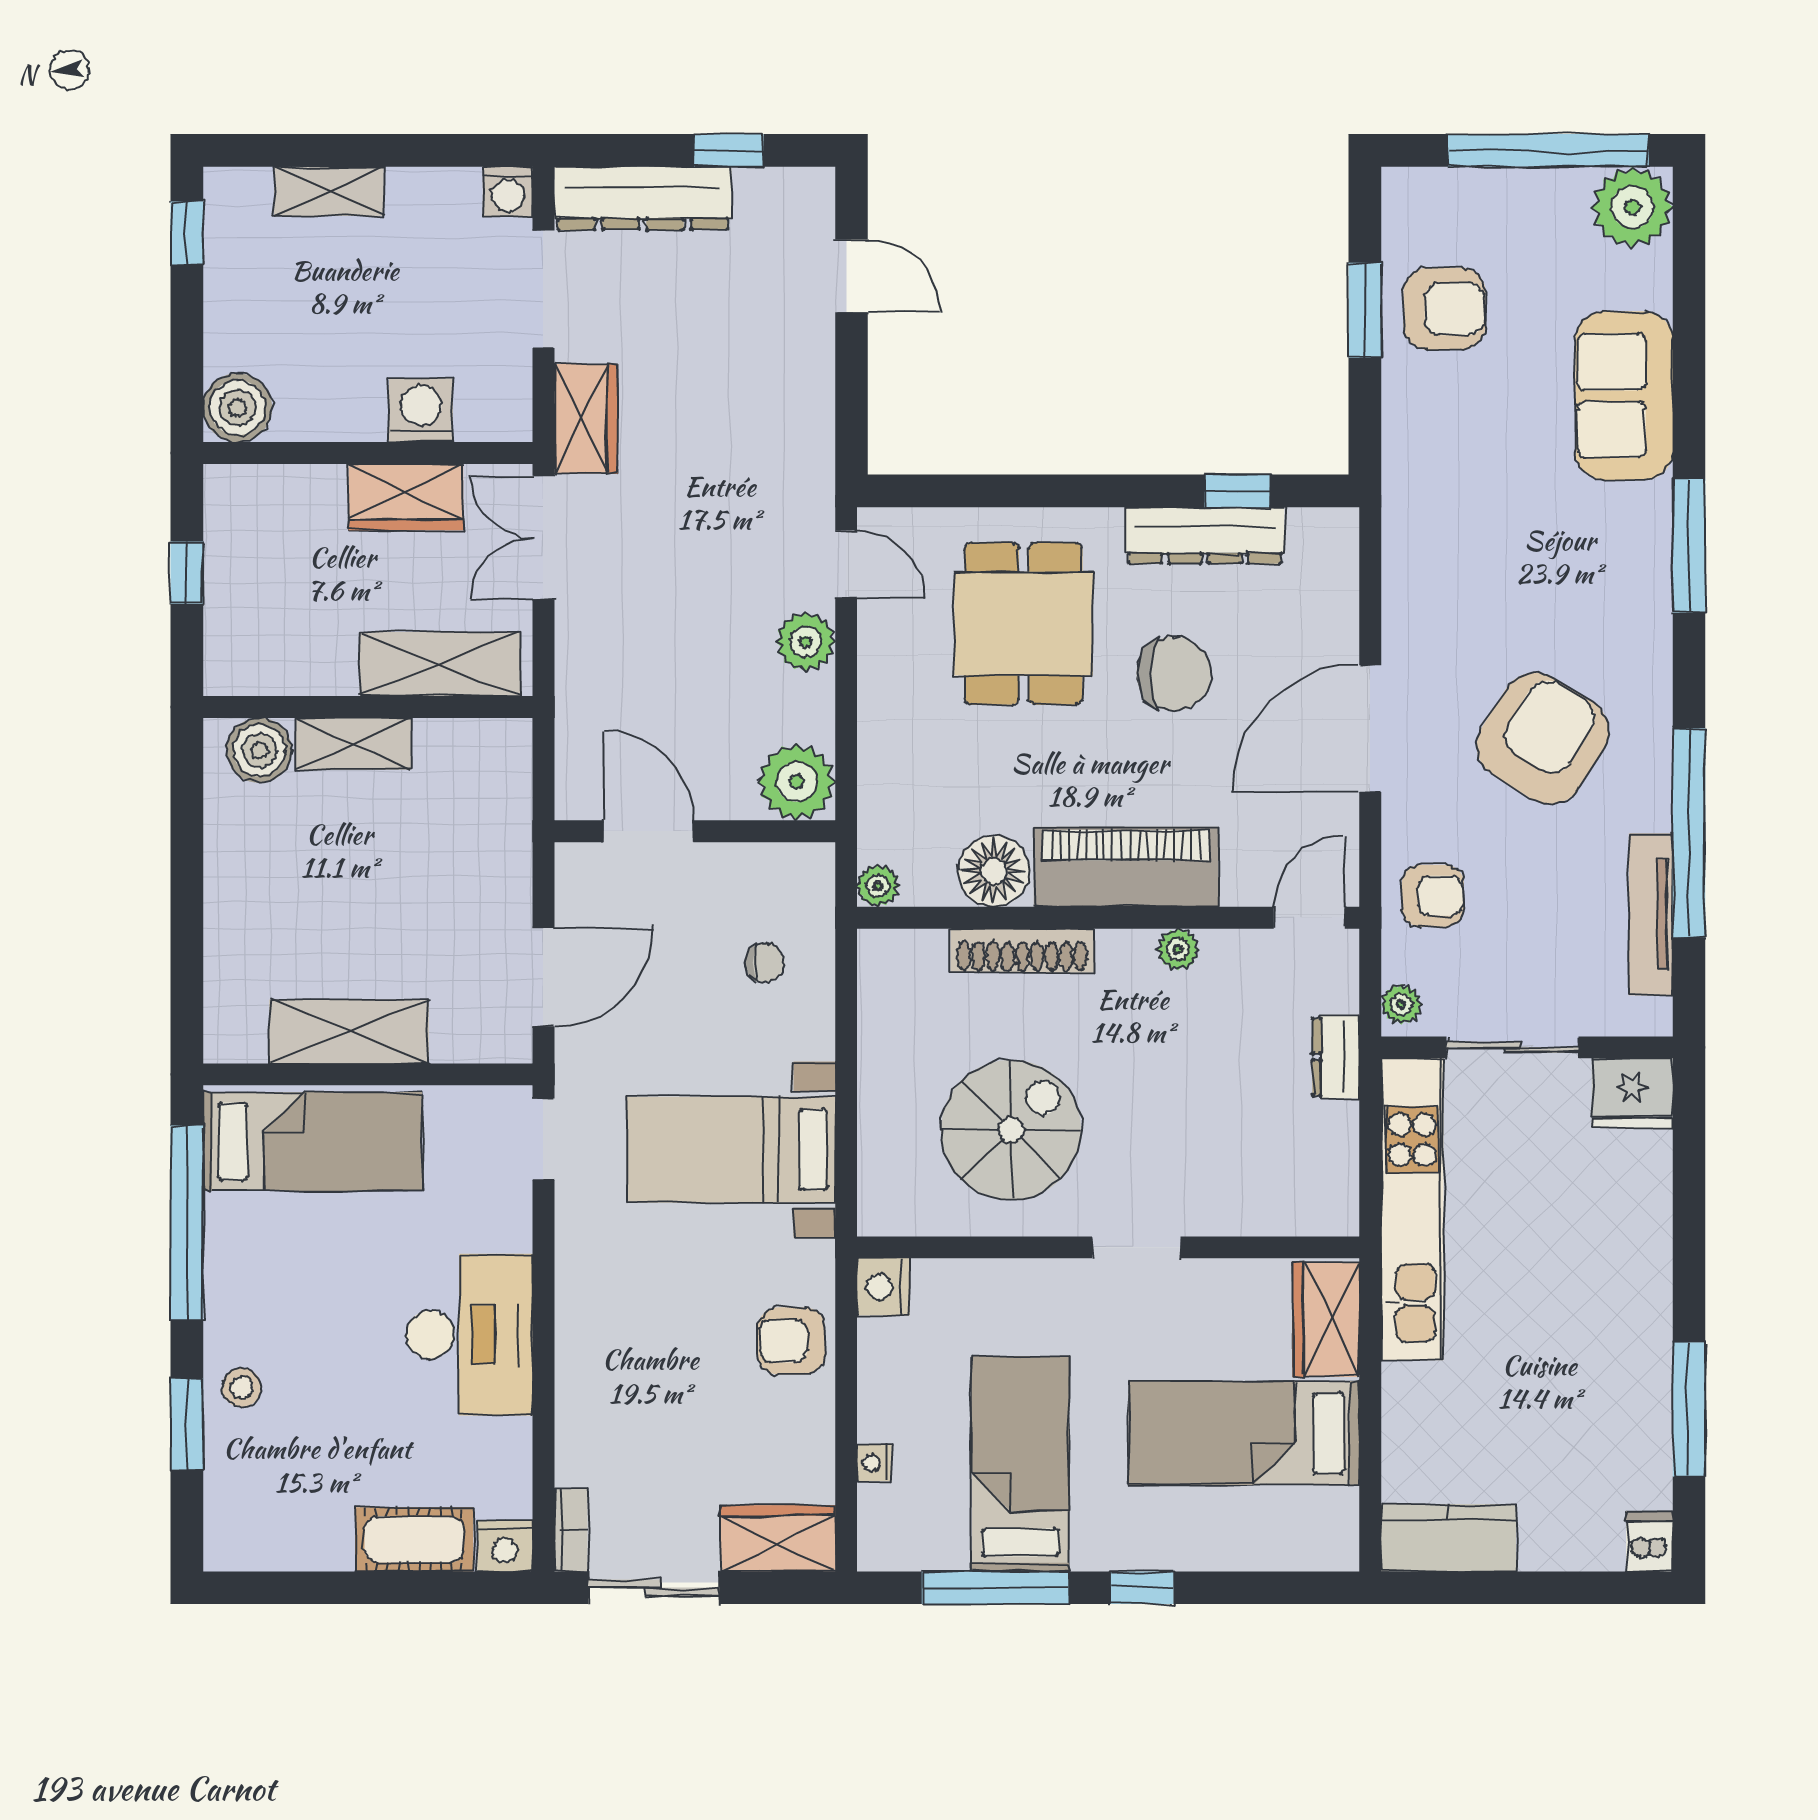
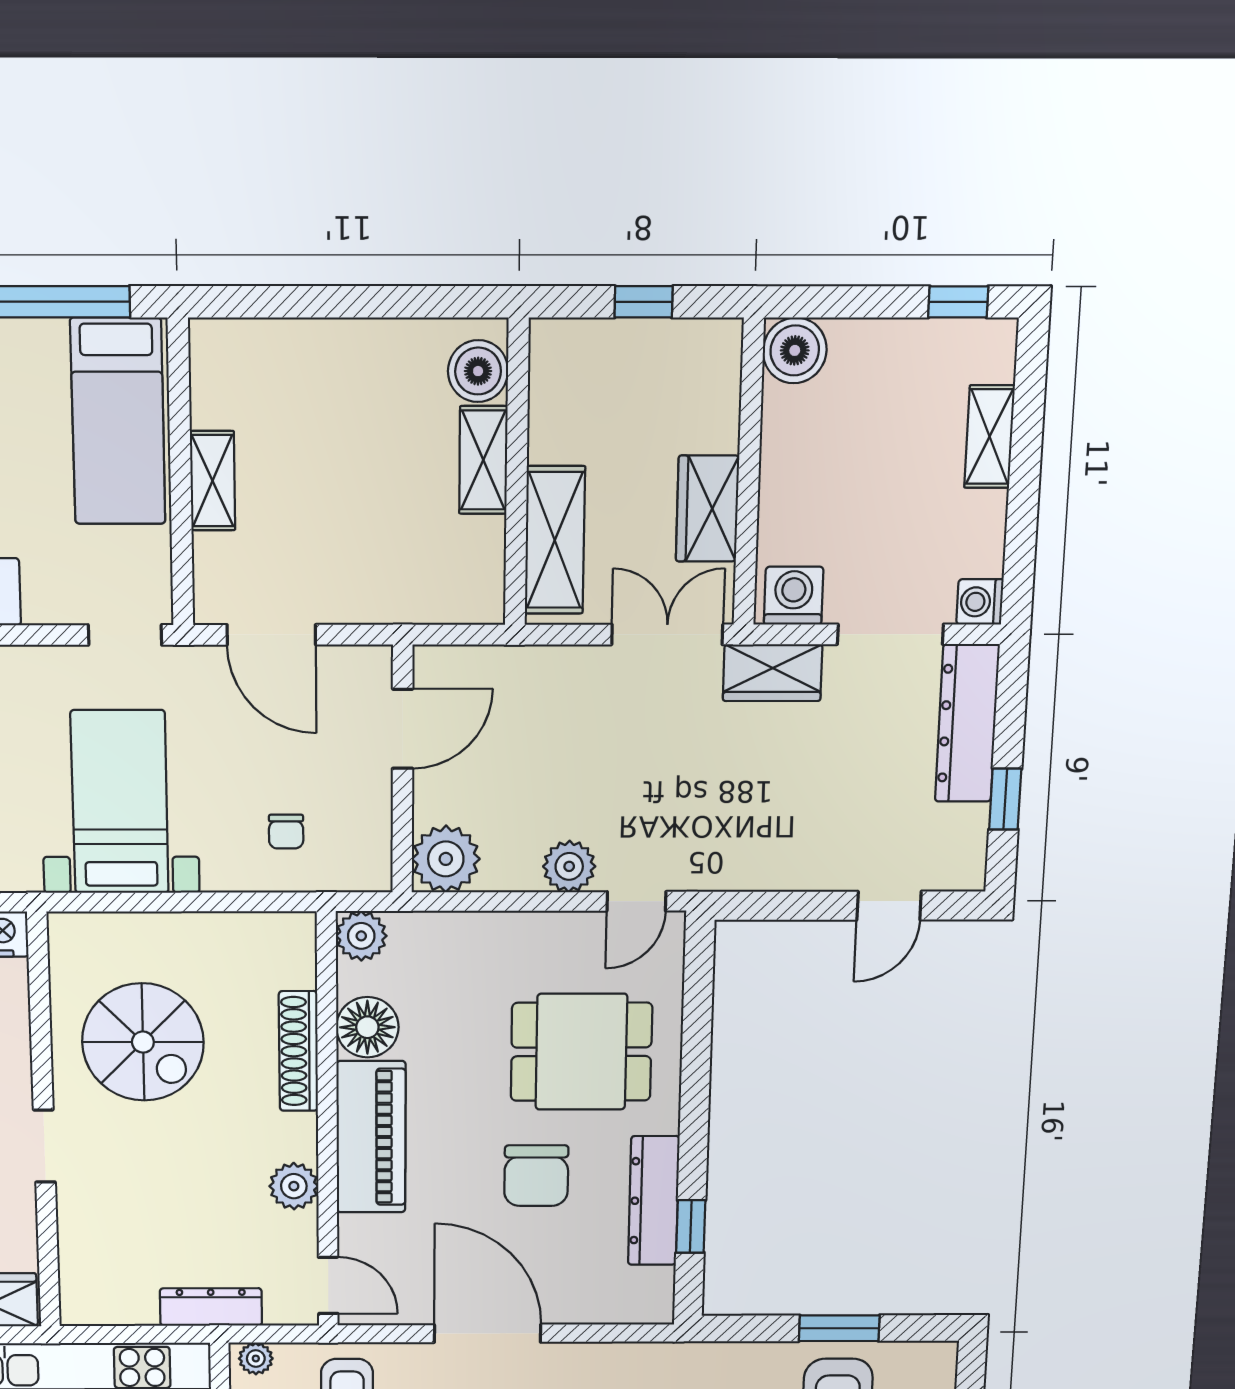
washing machine: (421, 410) -> (794, 596), moved, turned -90
plant: (878, 886) -> (361, 936), width x1.38, depth x1.38
plant: (1178, 949) -> (294, 1186), width x1.38, depth x1.38
shelving: (349, 1032) -> (213, 481), width x0.67, depth x0.75
dresser: (1336, 1057) -> (211, 1307), width x1.44

